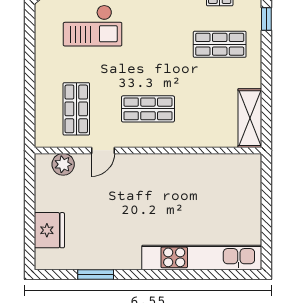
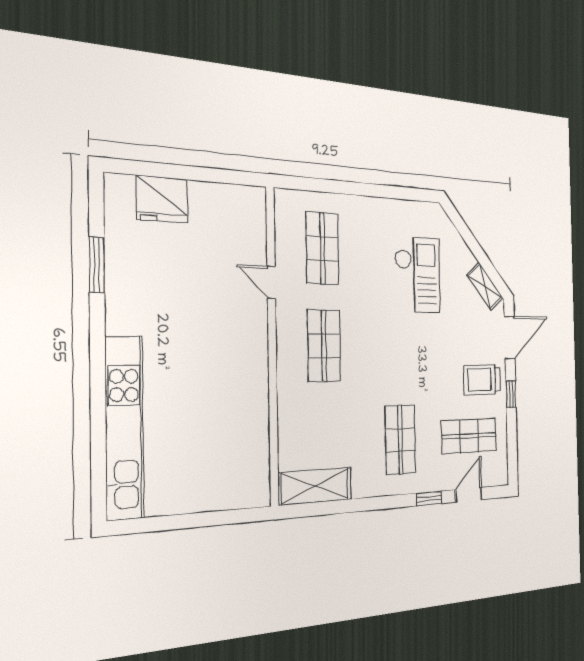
checkout: (93, 26) -> (418, 275), turned 180
shop shelf: (76, 109) -> (322, 248), turned 90
plant: (63, 164) -> (253, 226), removed

